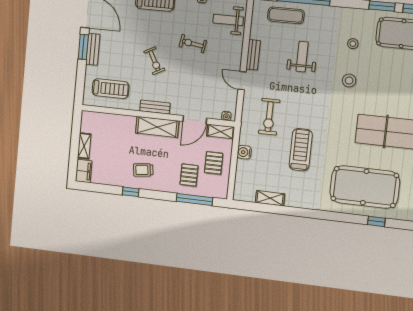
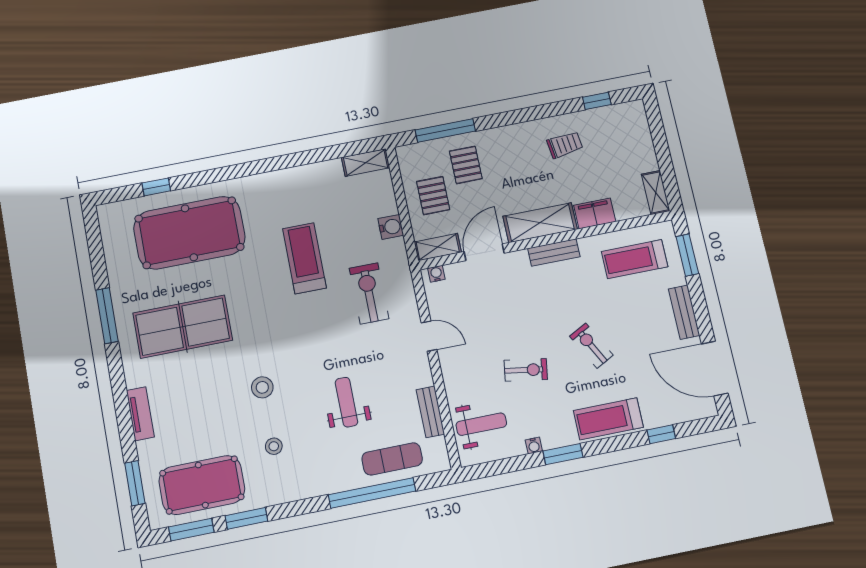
window: (83, 47) -> (687, 255), moved
bench: (253, 55) -> (430, 412), moved
weight bench: (302, 57) -> (346, 402), turned 180
exercise bike: (154, 61) -> (591, 346), moved
shelving: (84, 146) -> (656, 193), moved
treadmill: (301, 150) -> (304, 258), turned 180
trolley: (143, 170) -> (565, 145), moved
filing cabinet: (84, 171) -> (595, 213), moved, turned 90
window: (131, 192) -> (597, 101), moved
shelving: (270, 198) -> (366, 163), moved

